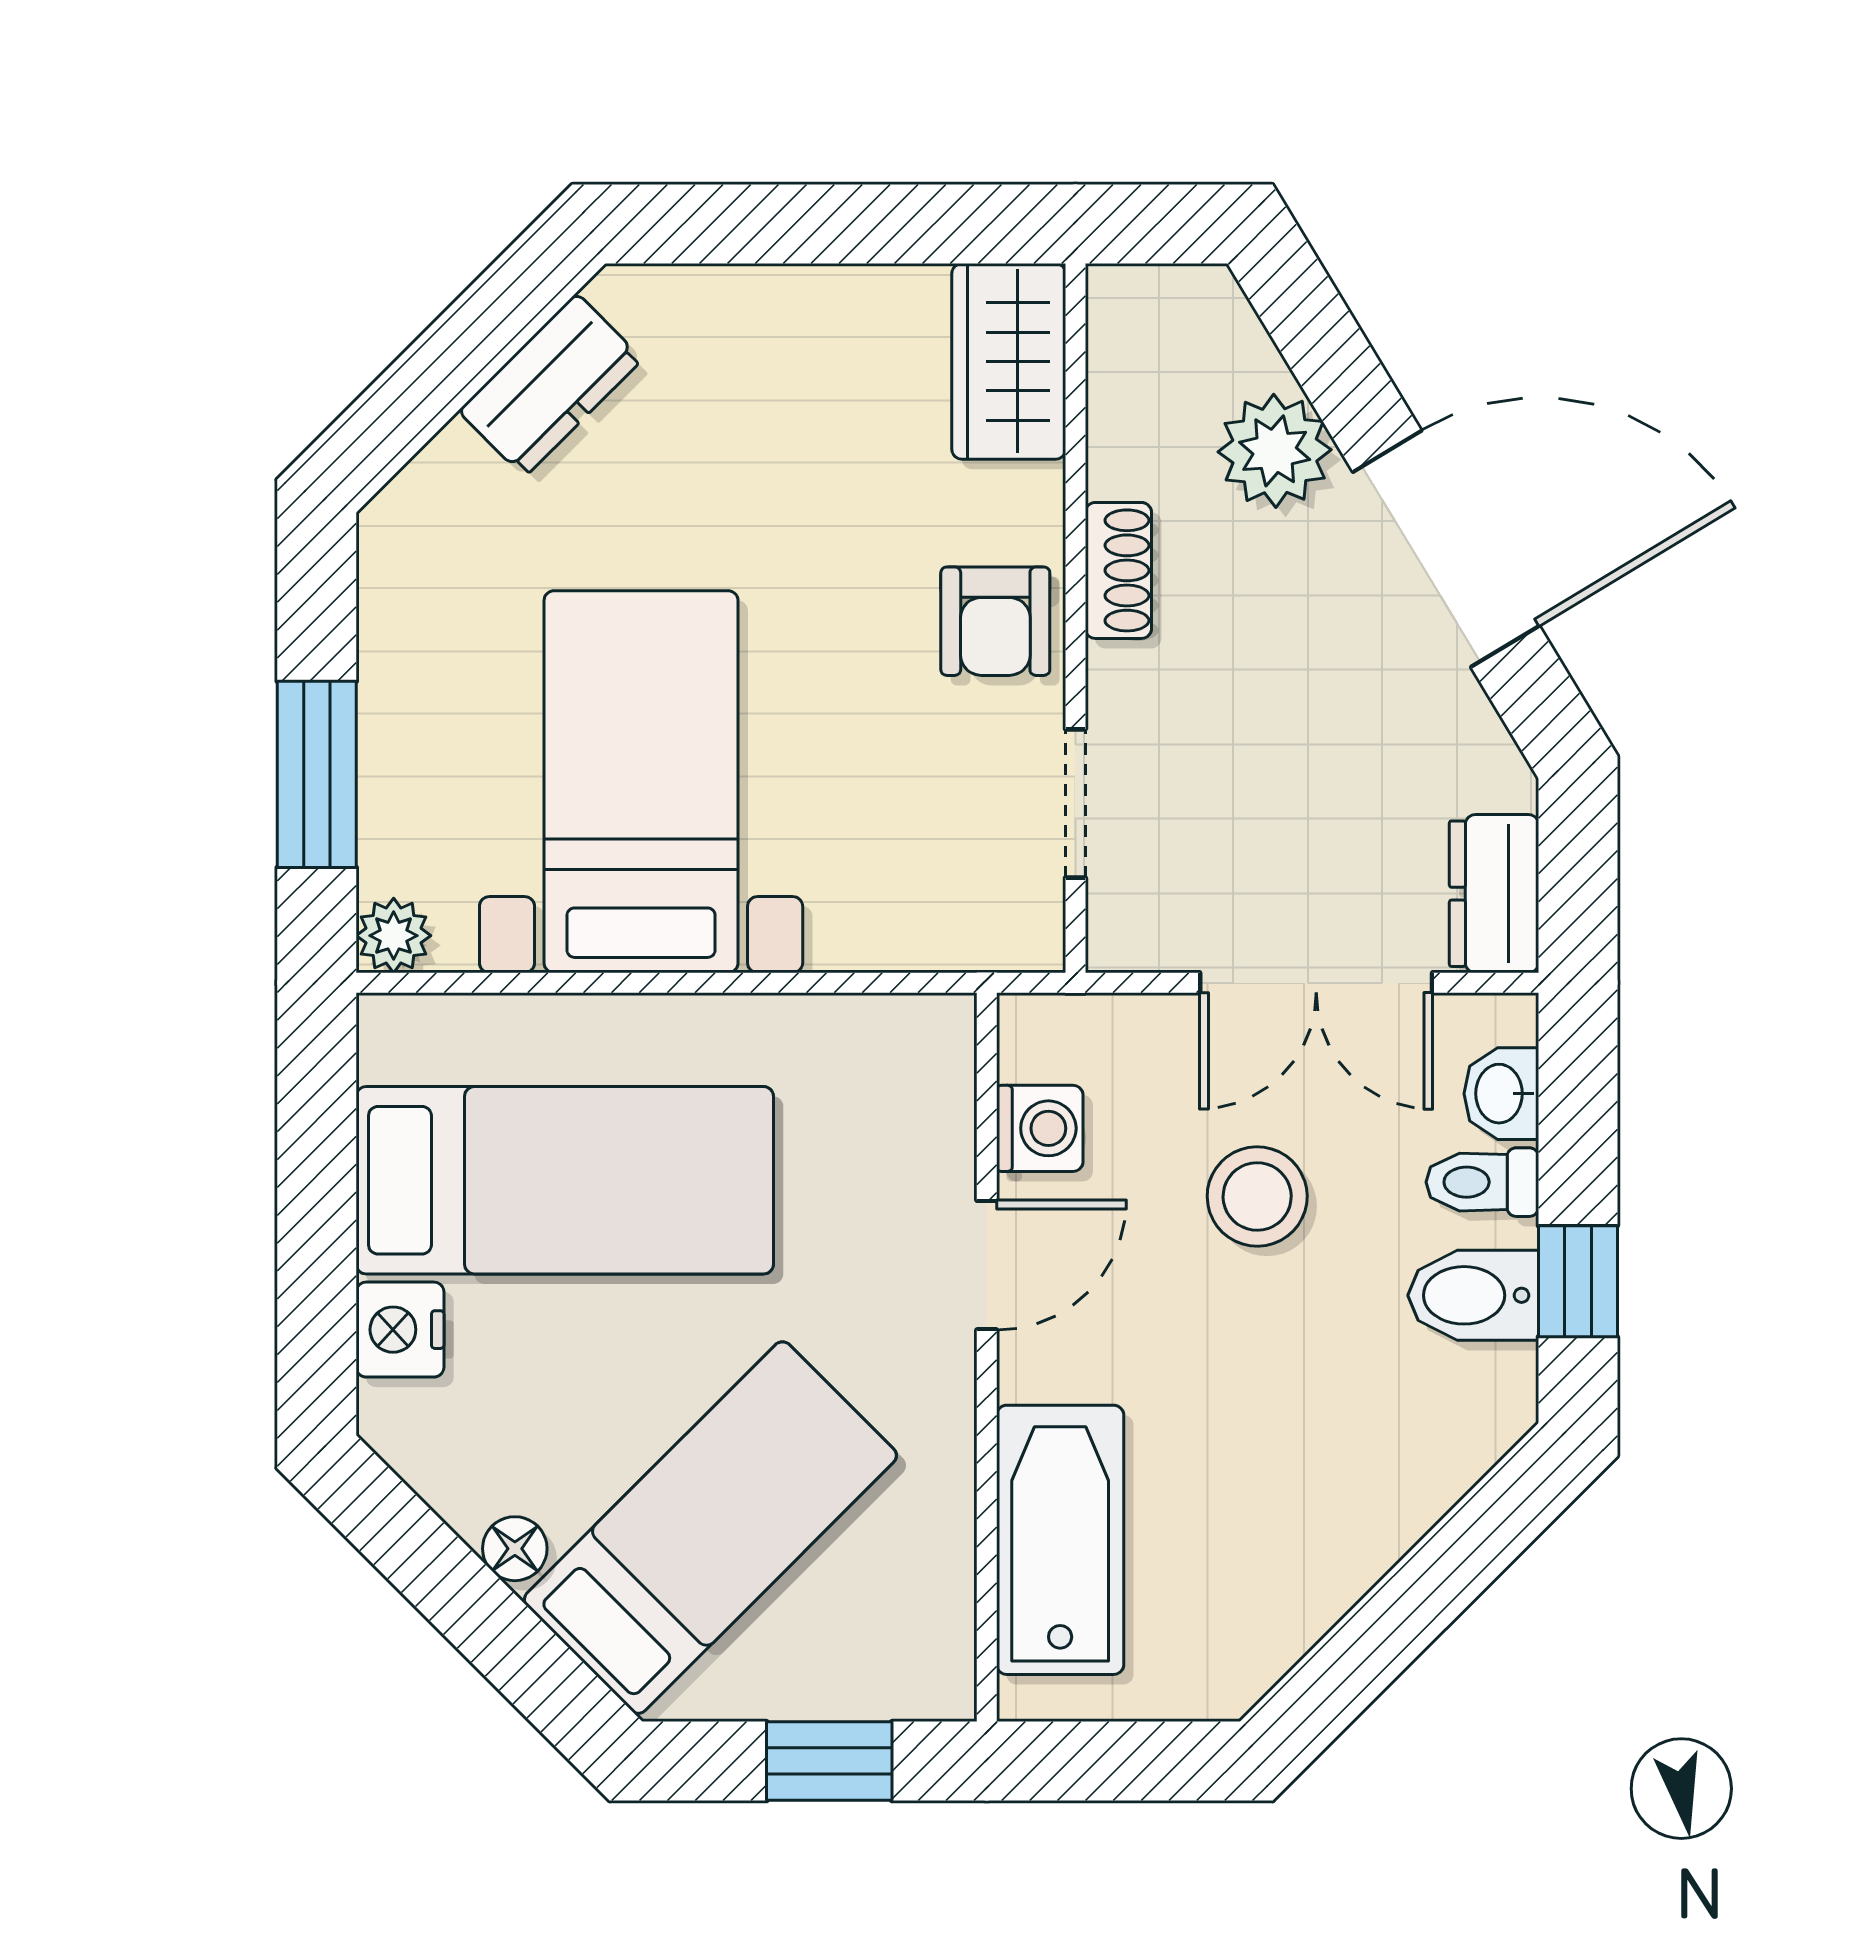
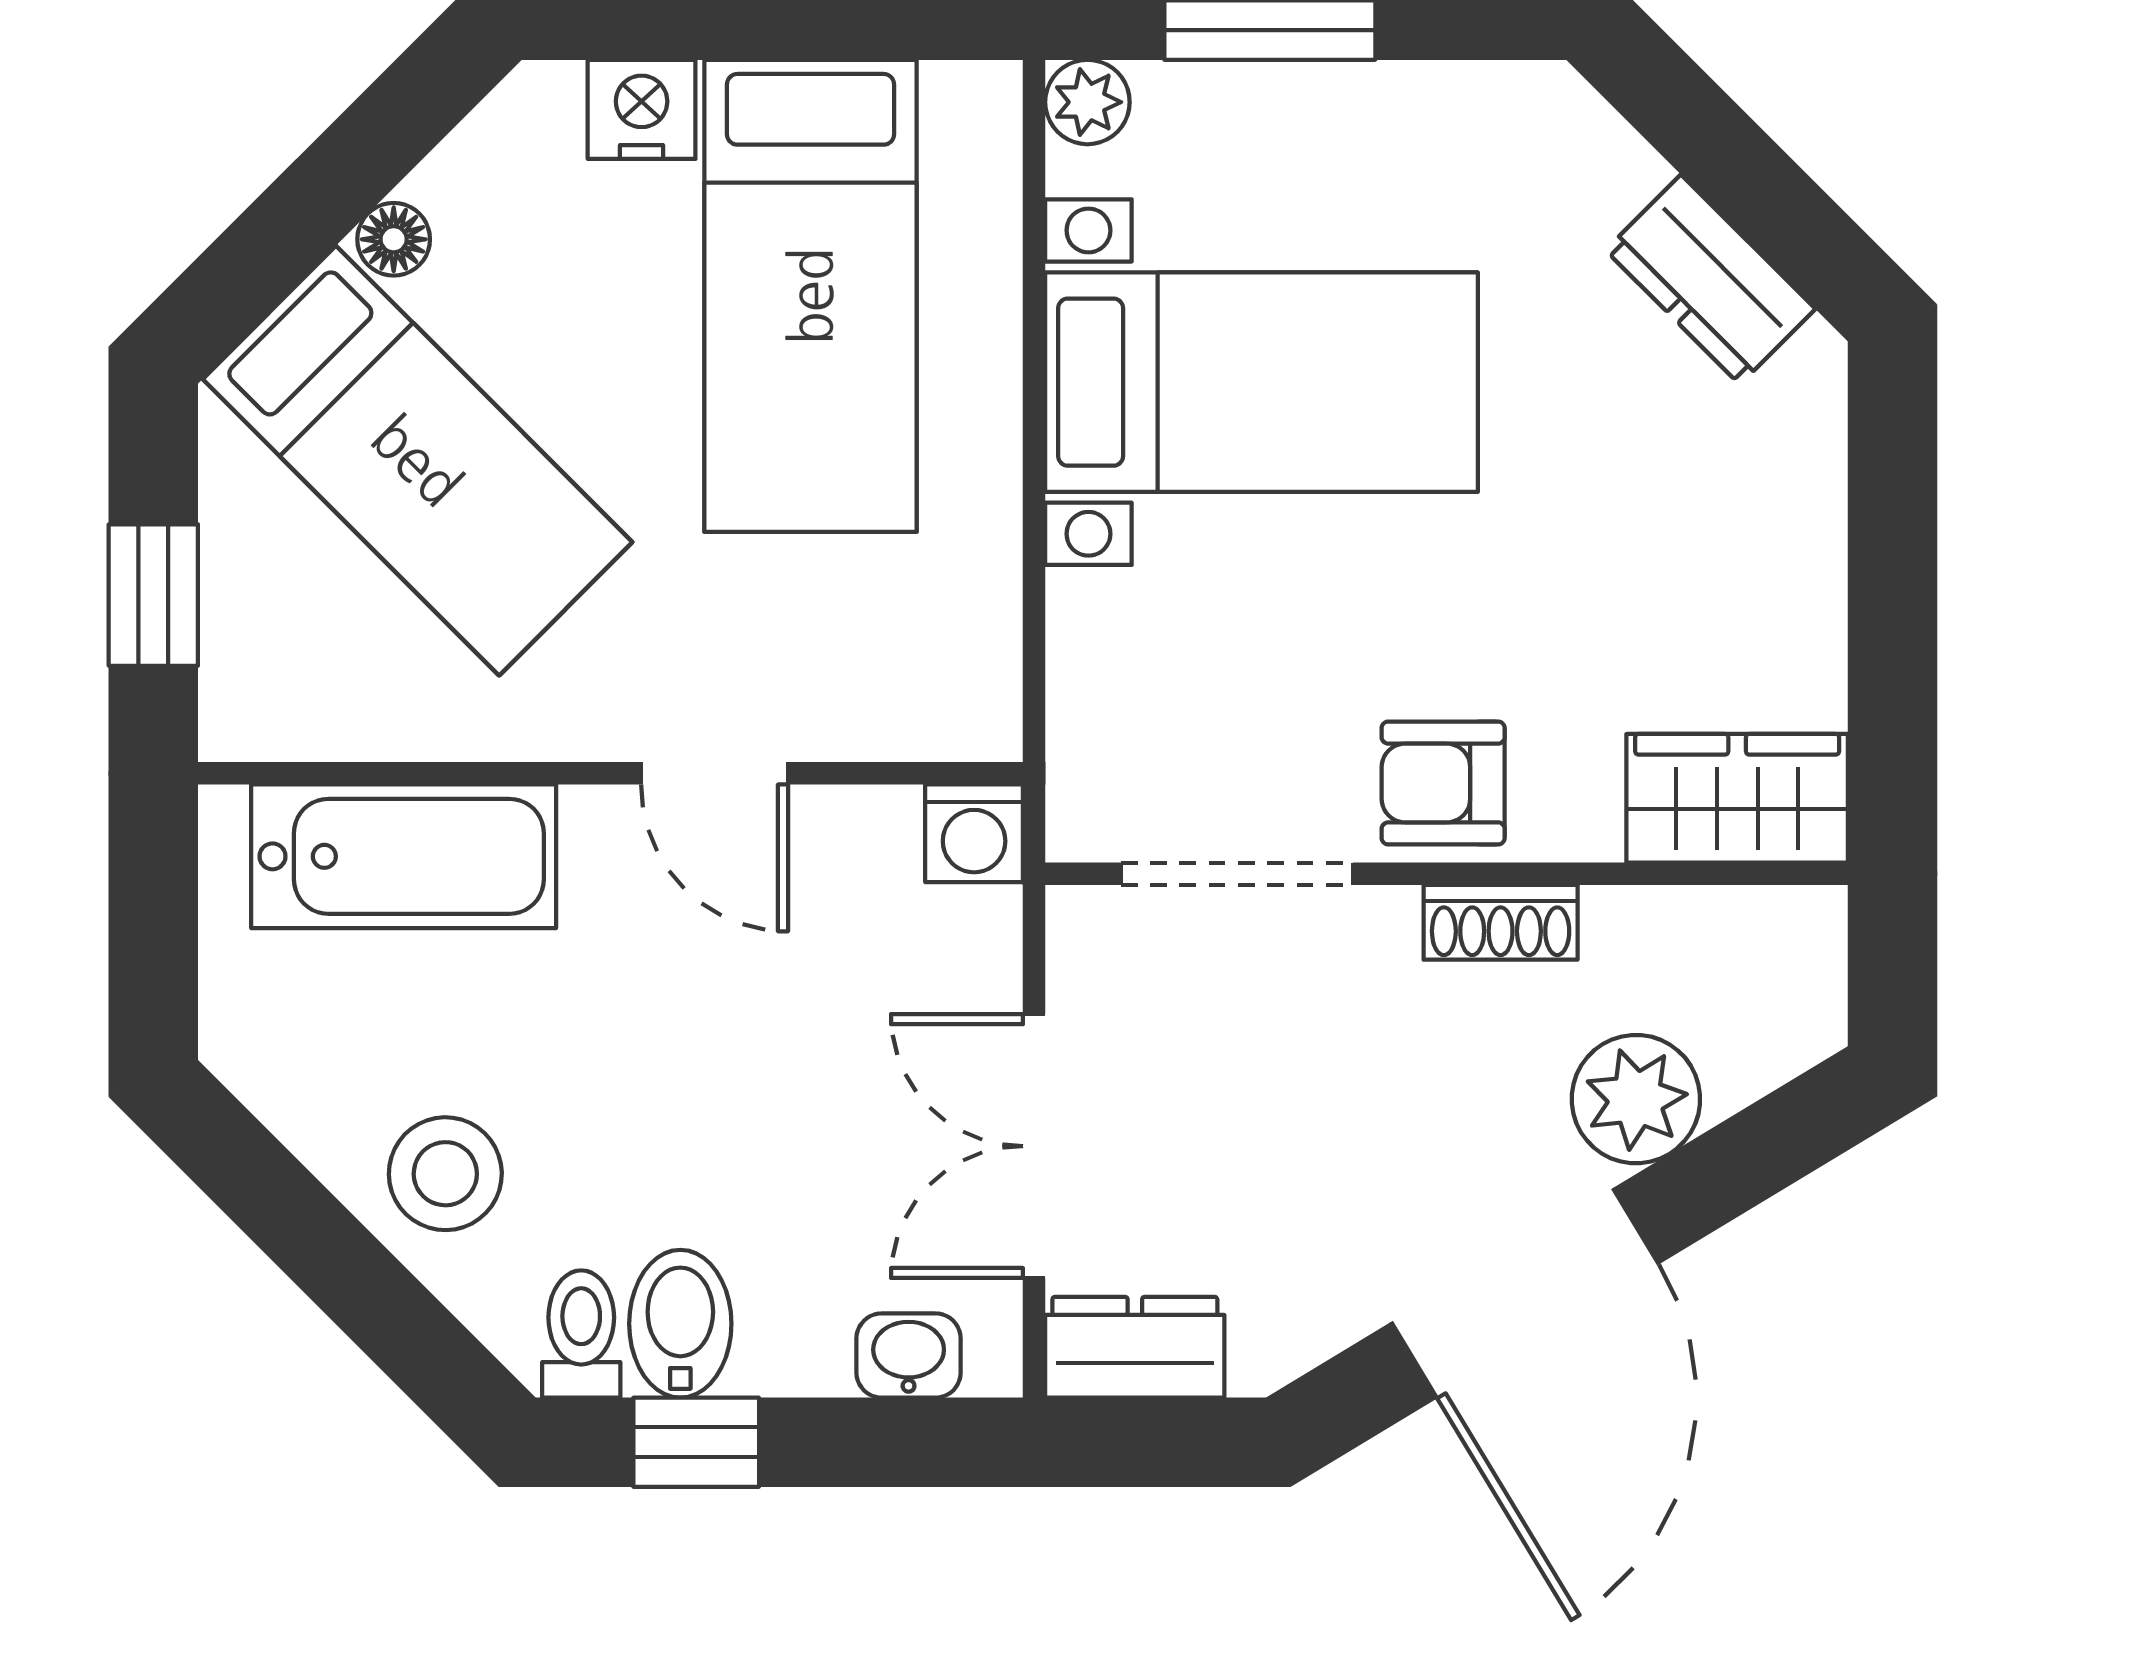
doorway: (1075, 803) -> (1237, 874), width x1.38
washing machine: (1040, 1128) -> (974, 833), moved
toilet: (1482, 1182) -> (581, 1334), moved
stool: (1257, 1196) -> (445, 1174), moved

